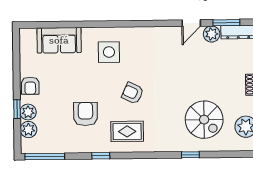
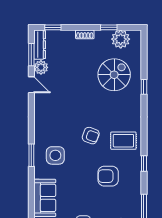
window: (109, 24) -> (31, 155), added
armchair: (133, 93) -> (91, 136), turned -95
rug: (127, 131) -> (123, 141), turned 90

